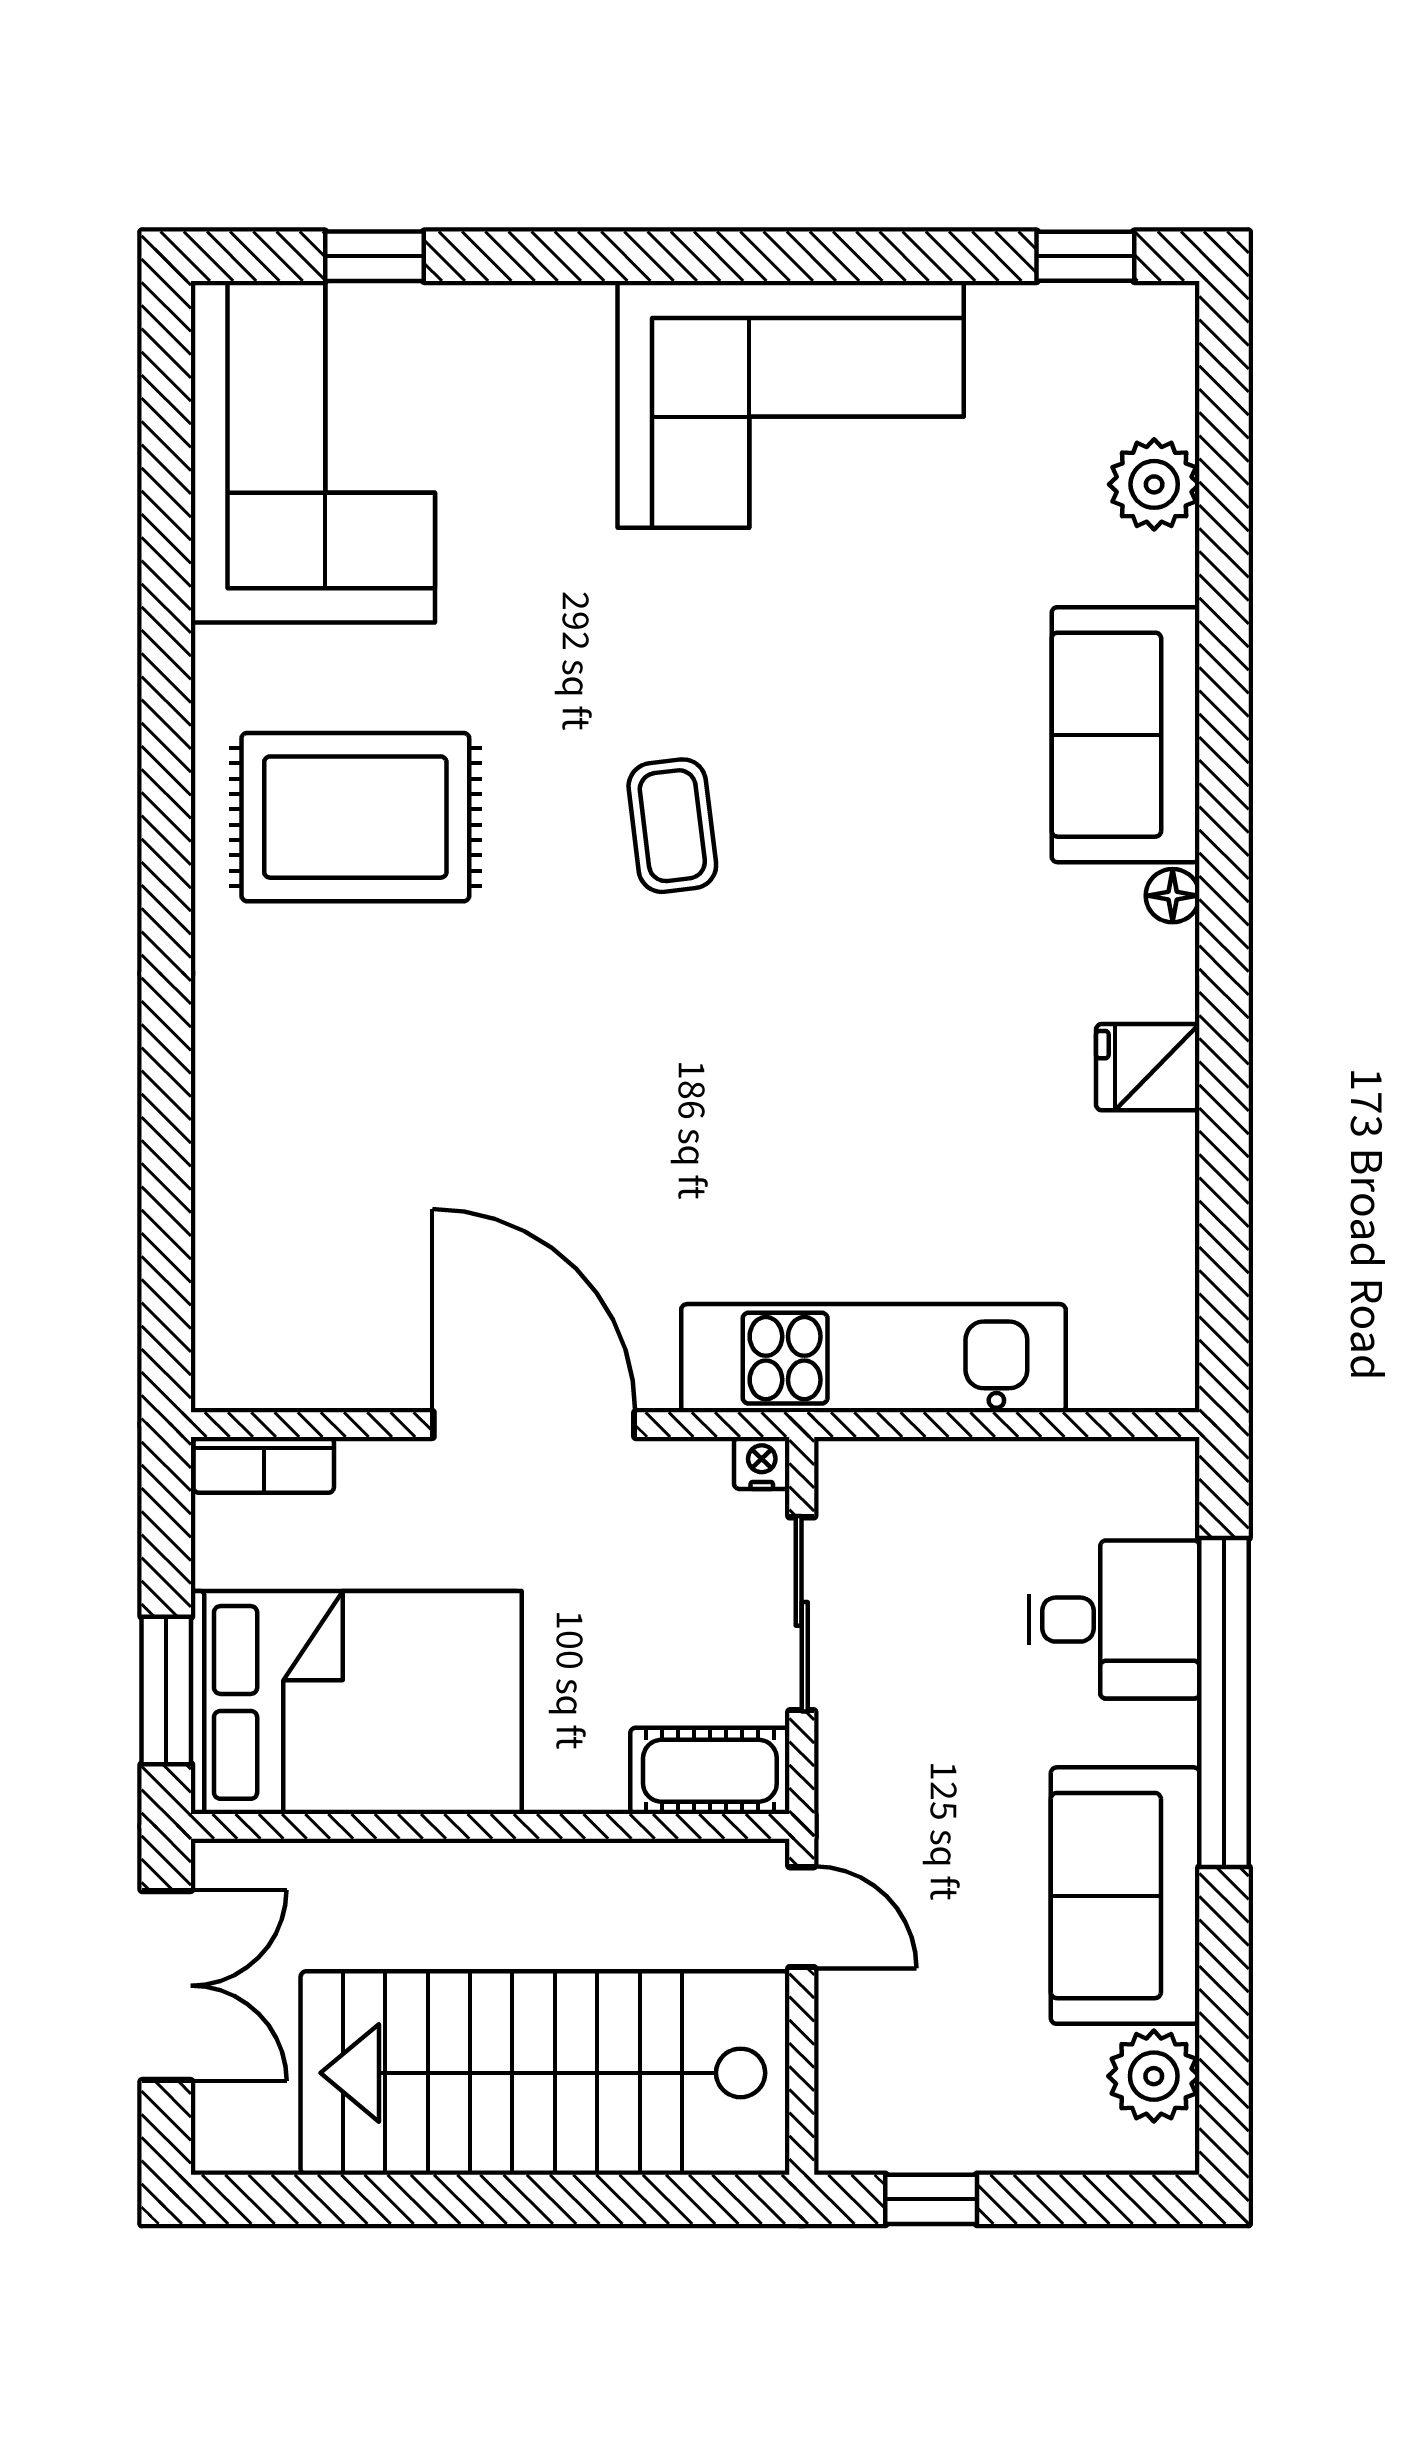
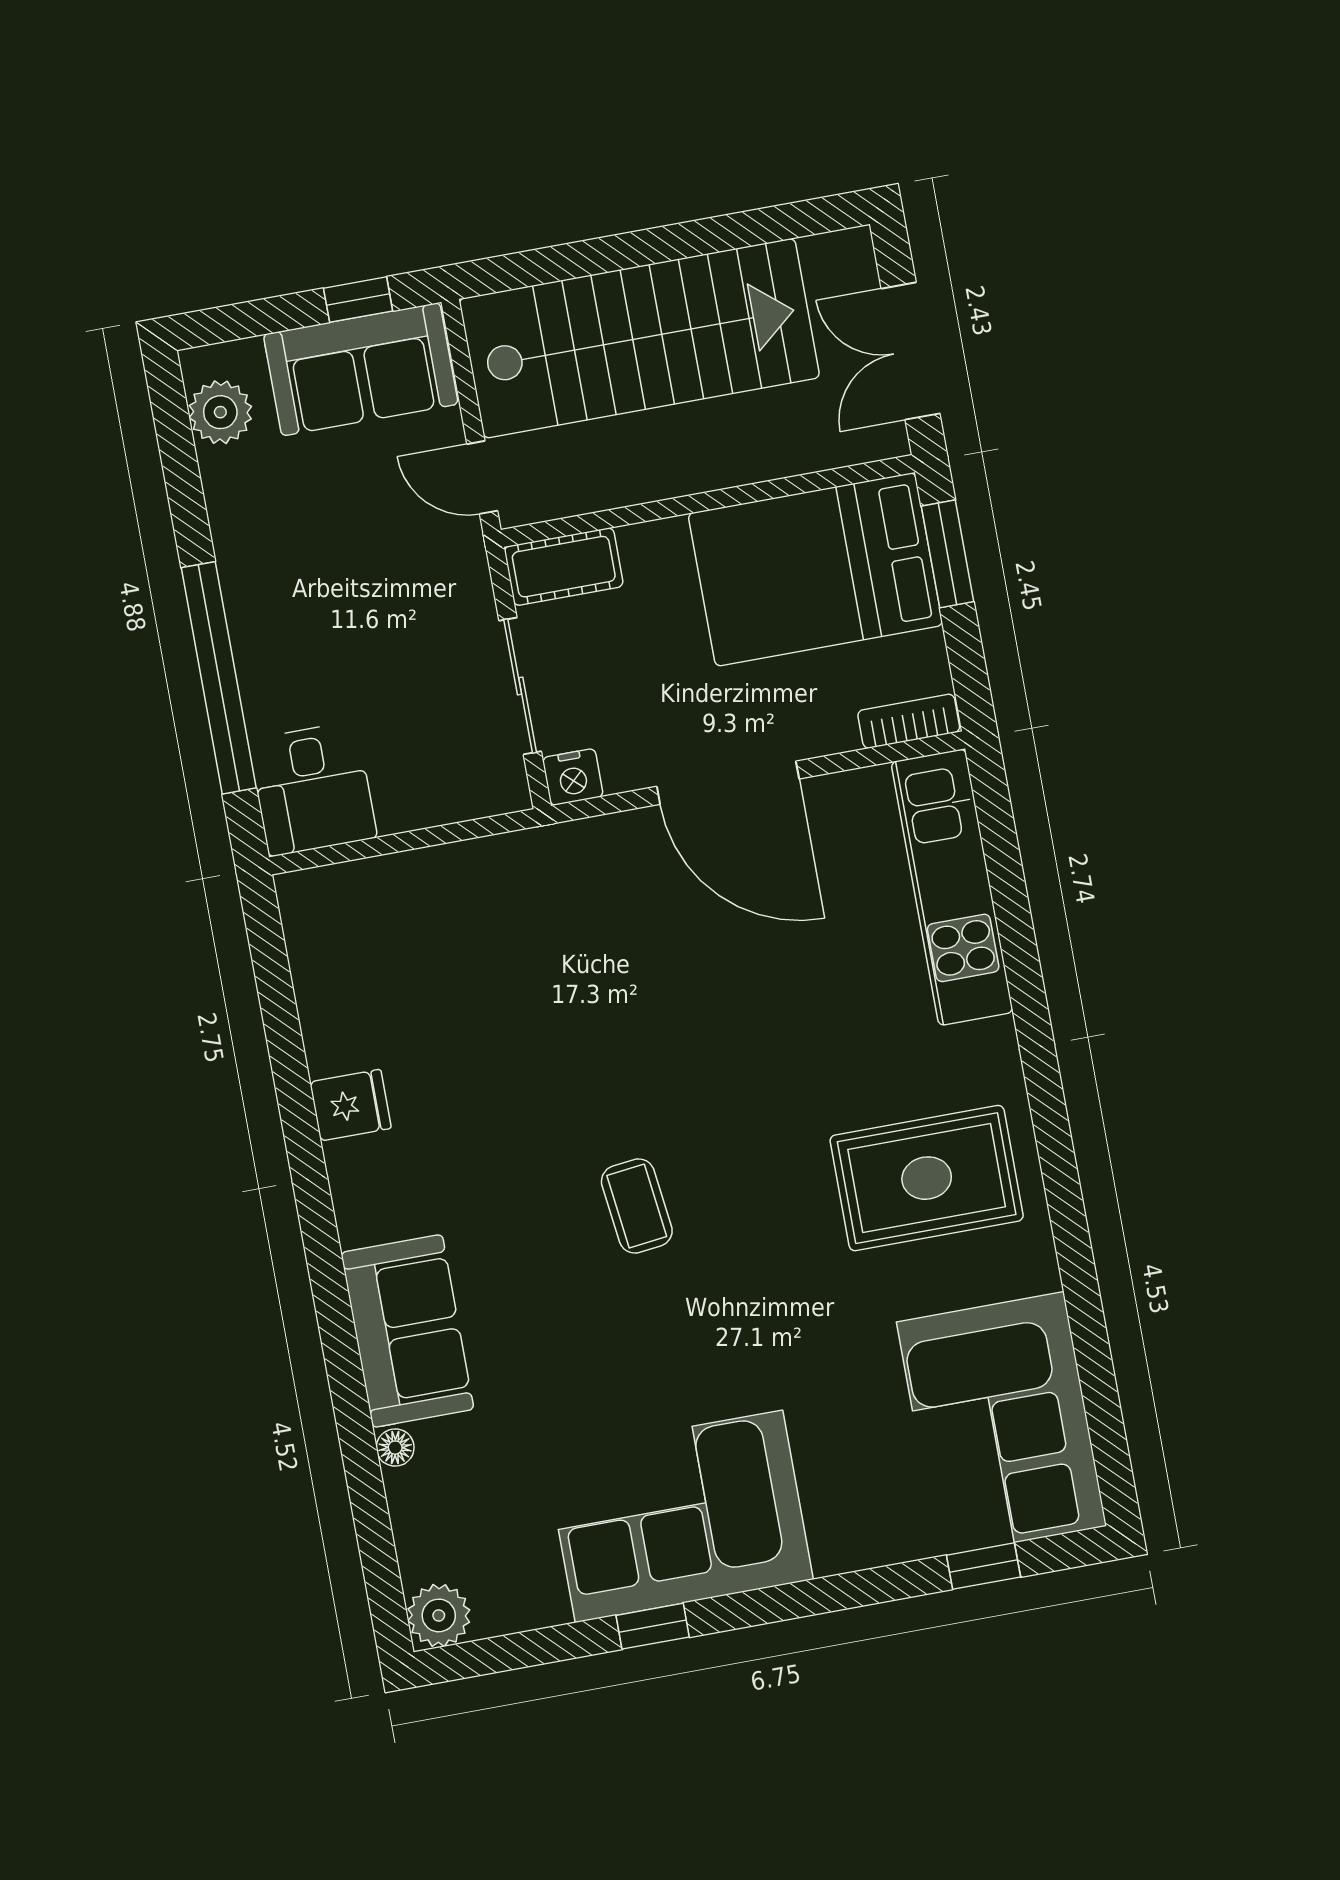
window: (1085, 256) -> (653, 1626), moved
plant: (1154, 484) -> (439, 1615), moved
coffee table: (672, 826) -> (637, 1206), moved
floor lamp: (1173, 896) -> (395, 1448), moved
kitchen unit: (873, 1358) -> (952, 887), moved, turned 90
nightstand: (762, 1463) -> (573, 777), width x1.39, depth x1.35
desk: (1114, 1620) -> (313, 789), moved, turned -90
sofa: (1125, 1896) -> (361, 369), moved, turned 90

